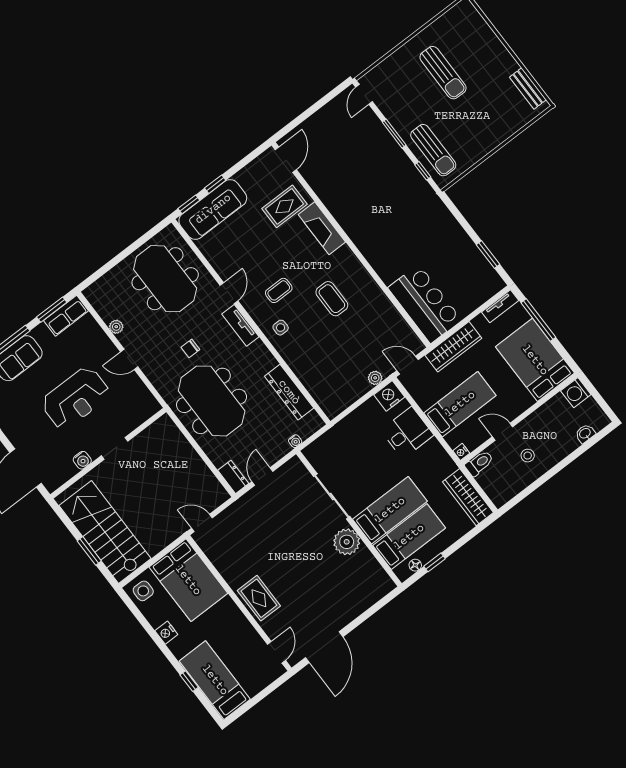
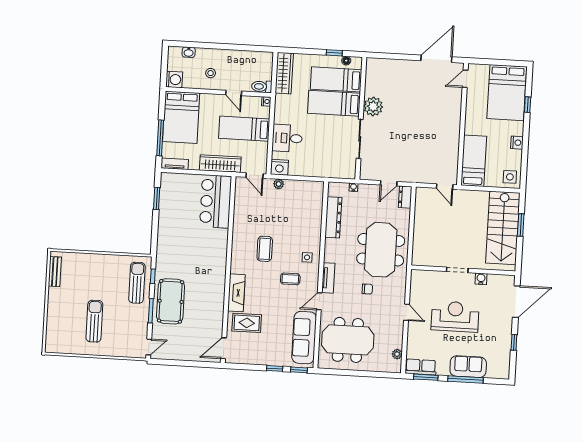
pool table: (382, 161) -> (171, 301), added
sofa: (213, 209) -> (304, 338), moved, turned -90
meeting table: (165, 279) -> (348, 340), turned 90
plant: (116, 327) -> (397, 354), moved
stool: (528, 456) -> (211, 73), moved
bed: (188, 580) -> (474, 161), width x0.67
rug: (259, 598) -> (449, 117), removed
bed: (215, 680) -> (507, 93), width x1.50

